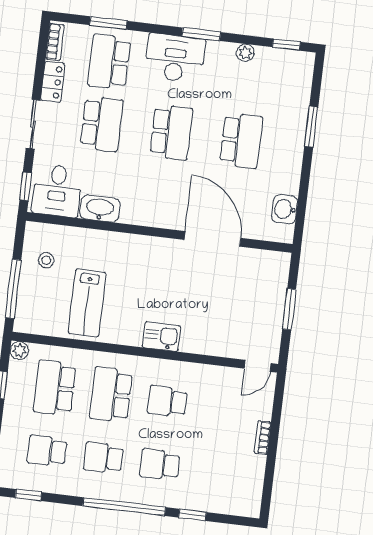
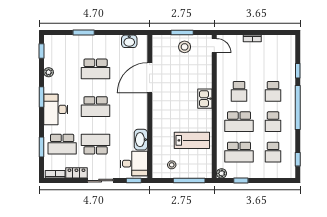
school desk: (171, 132) -> (96, 107), turned 180
school desk: (241, 141) -> (96, 69), turned 180
stool: (262, 310) -> (185, 47), added

